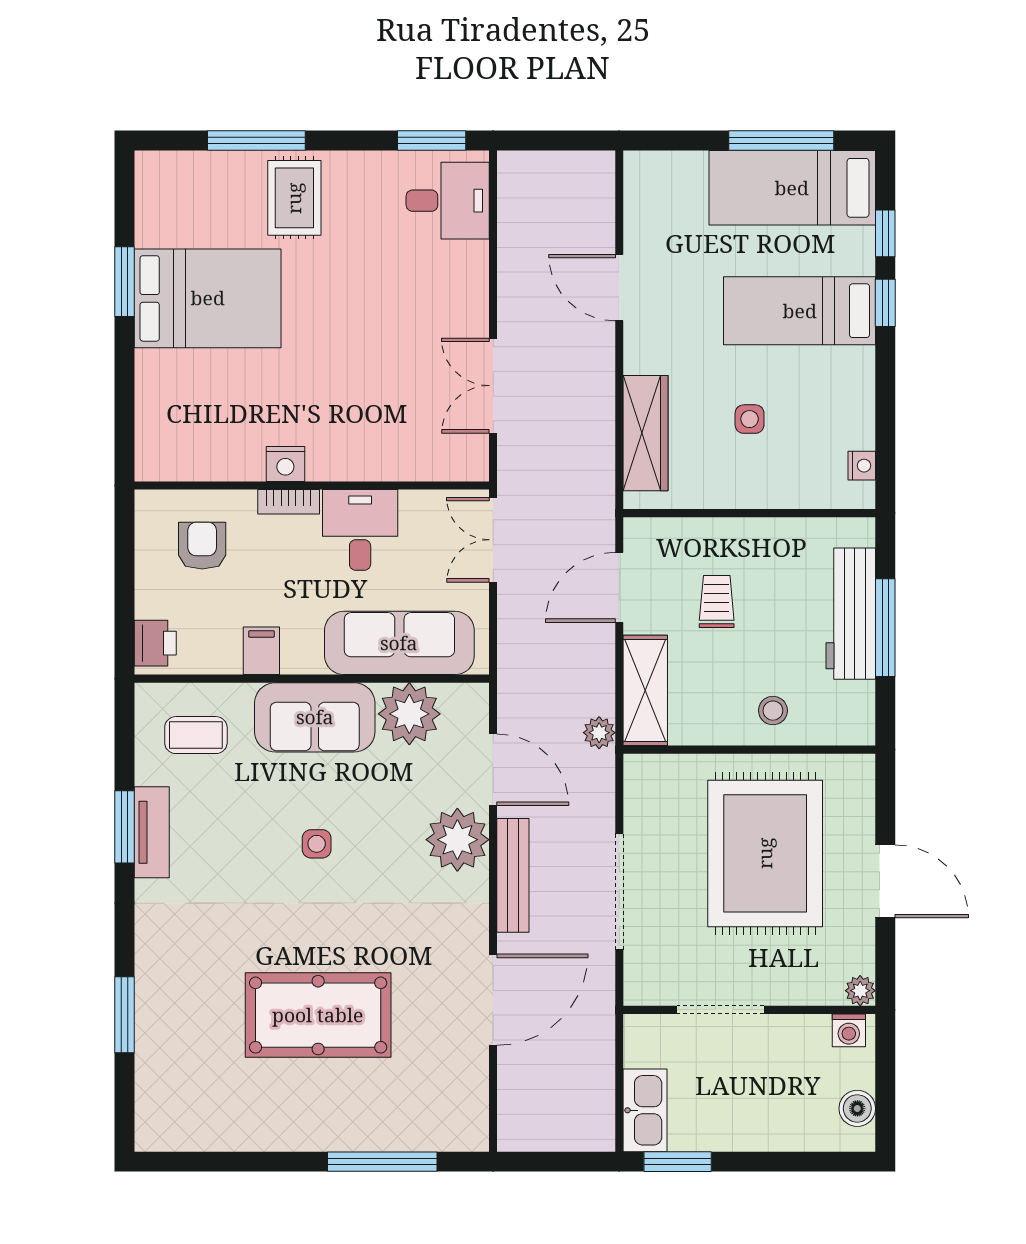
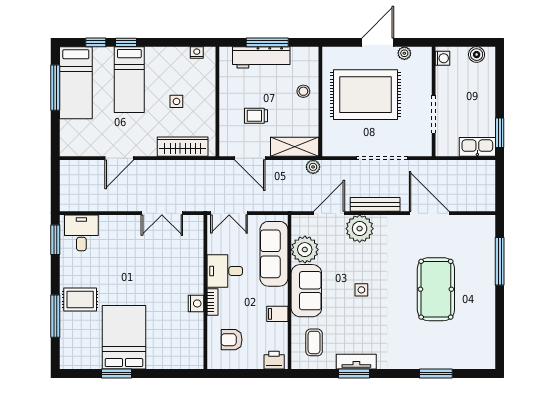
plant: (860, 991) -> (404, 53), moved

